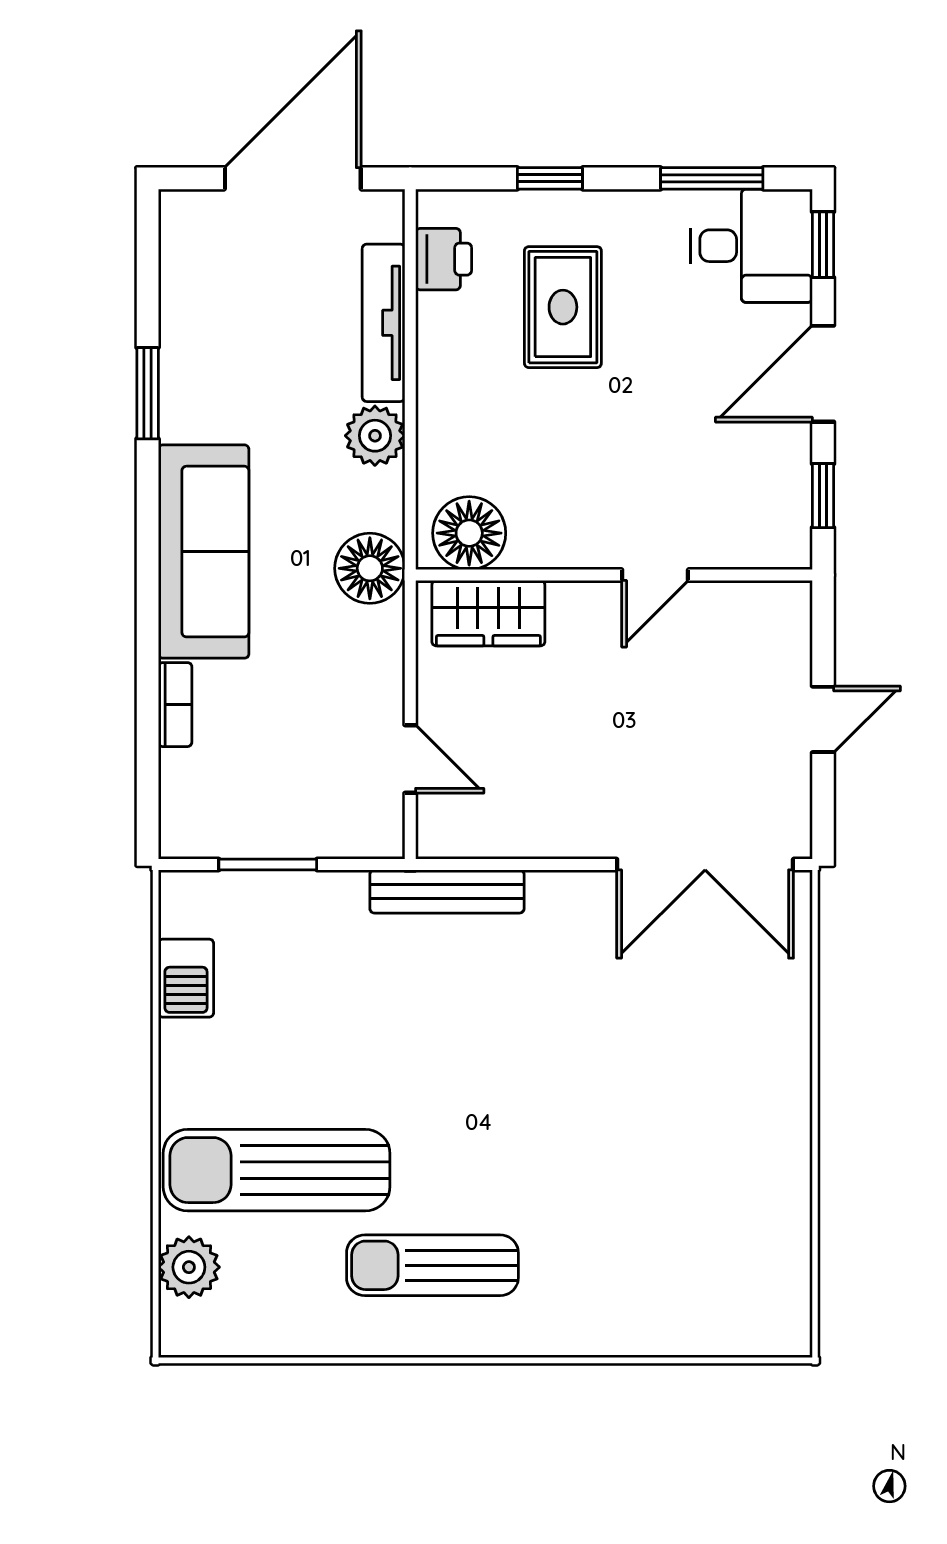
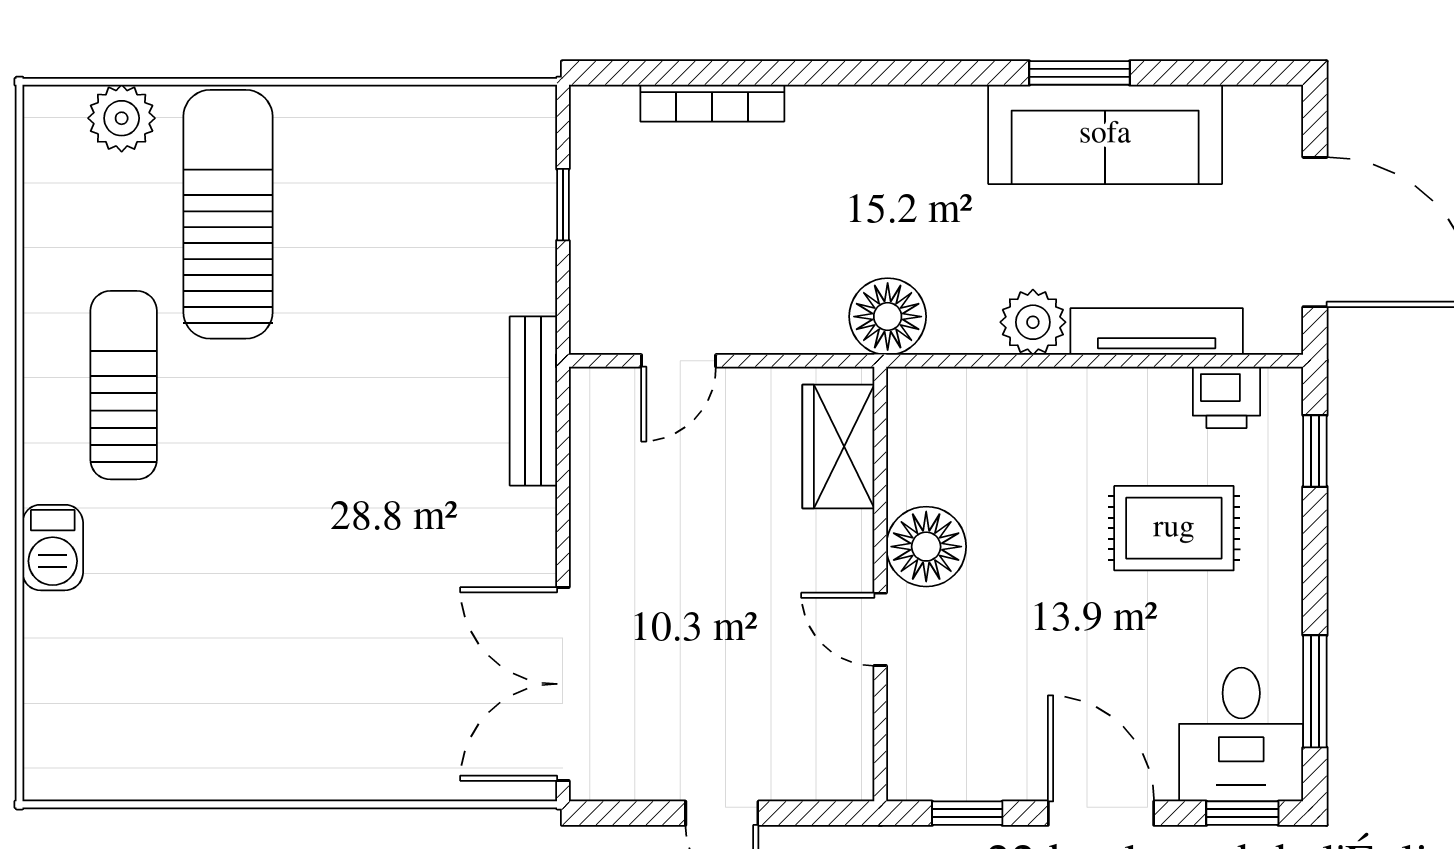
window: (550, 178) -> (1315, 451), moved
floor lamp: (469, 533) -> (926, 547), moved
sofa: (204, 552) -> (1105, 134), moved
bookcase: (175, 705) -> (712, 103), width x1.56
window: (268, 864) -> (563, 205), width x0.67
barbecue: (186, 978) -> (53, 548), moved, turned -90

